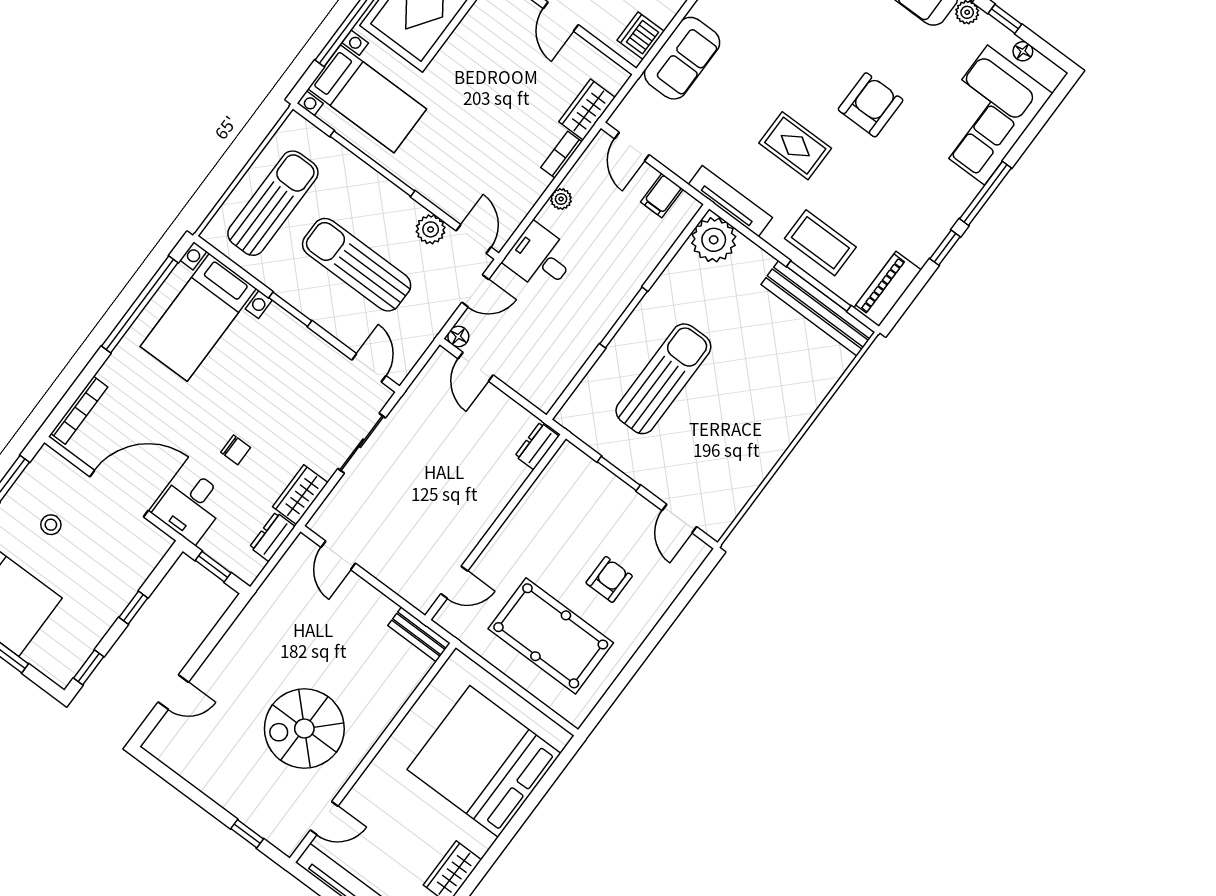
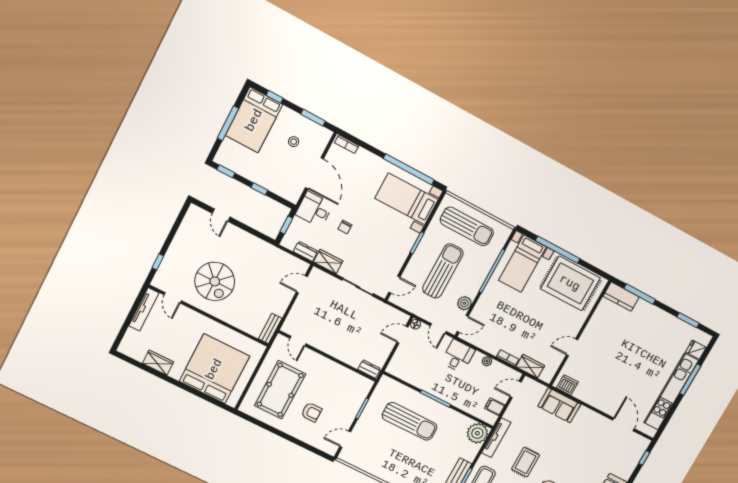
bookcase: (79, 410) -> (347, 144), width x0.64
spiral stairs: (304, 729) -> (215, 281), turned 180

